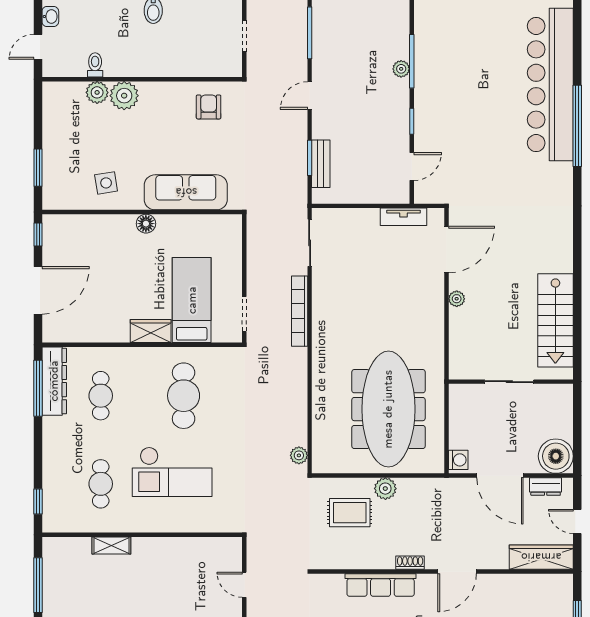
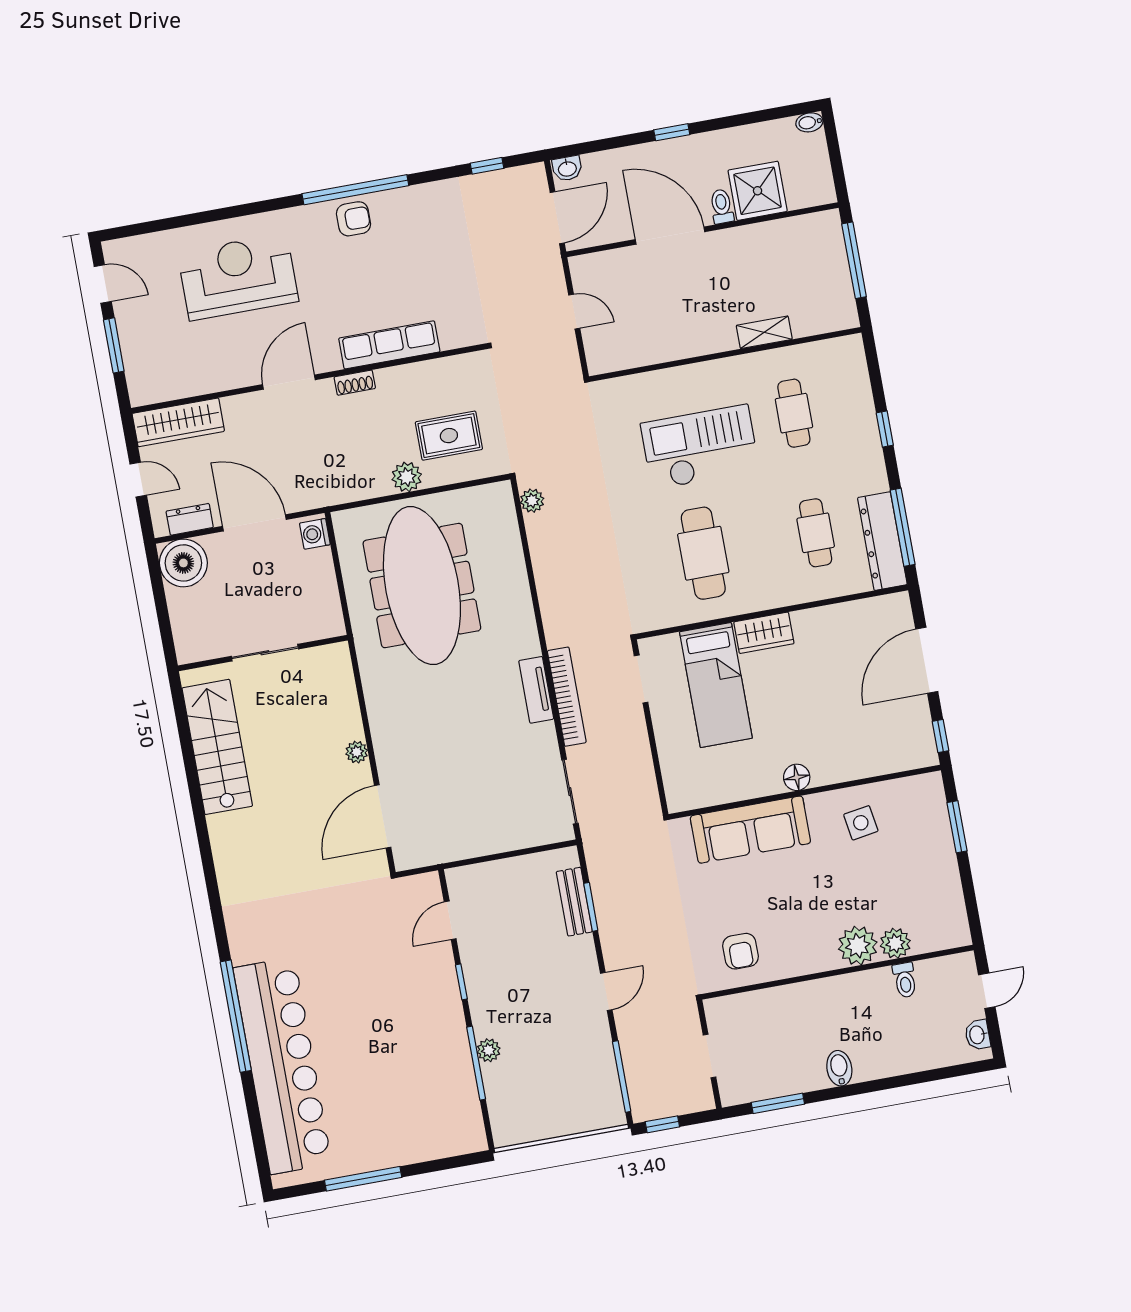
tv unit: (404, 217) -> (536, 690), moved, turned -90
window: (38, 502) -> (885, 429), moved

